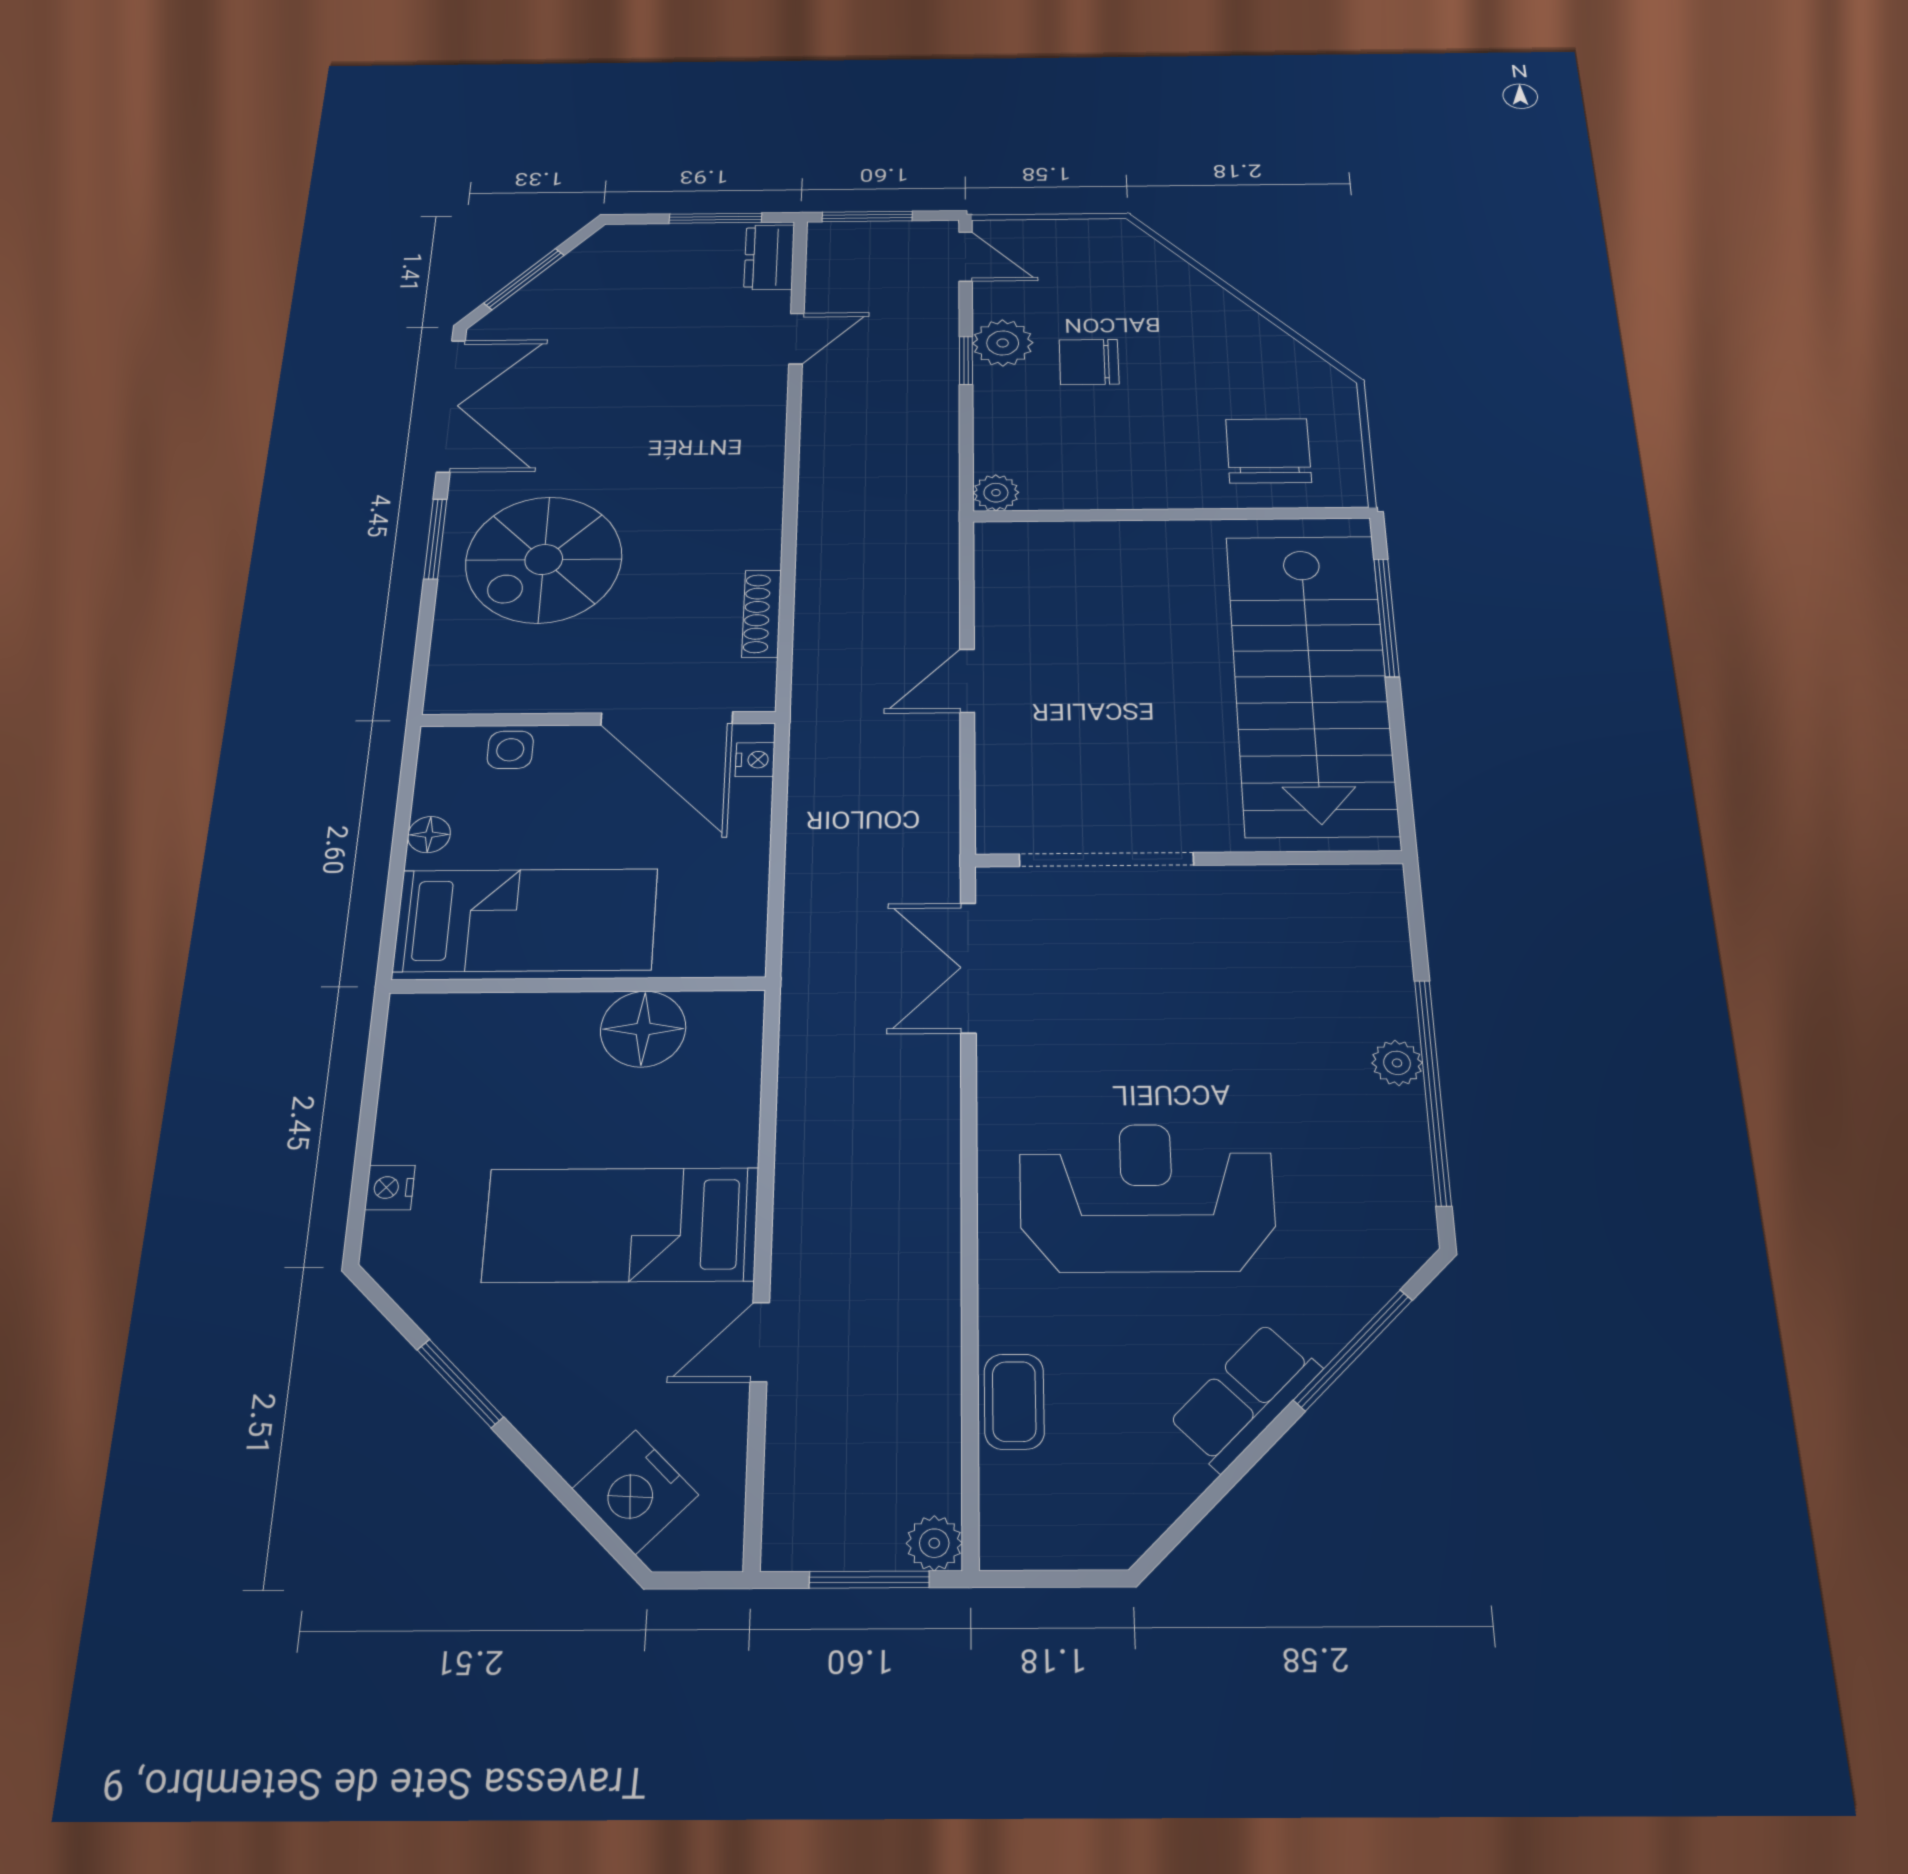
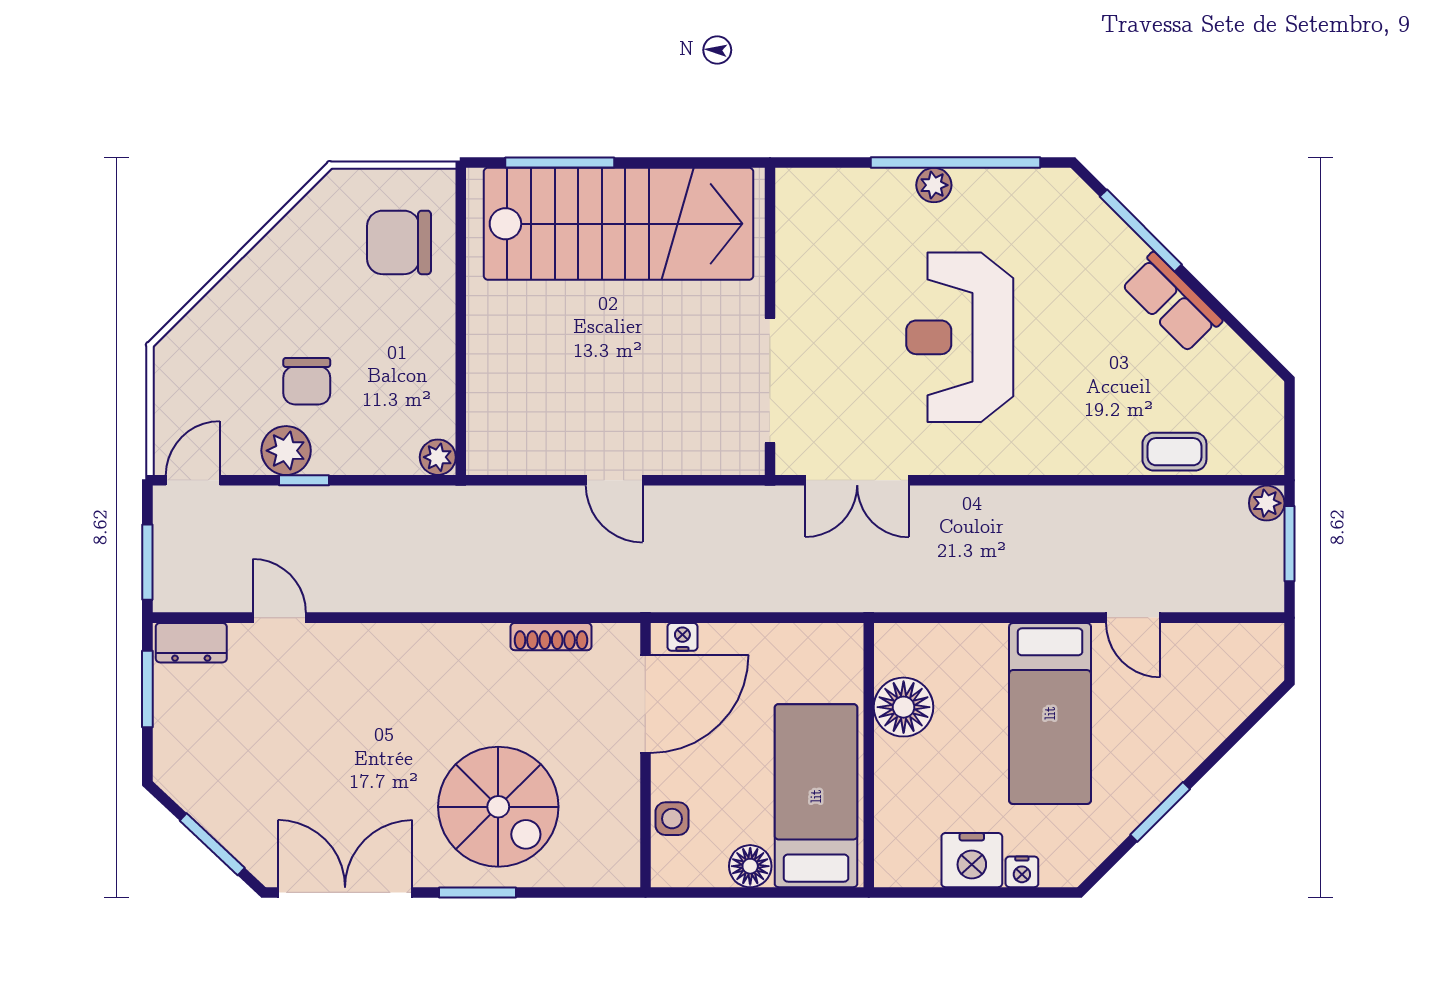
floor lamp: (429, 835) -> (750, 866), width x1.37, depth x1.37
reception desk: (1147, 1197) -> (960, 337), moved
nightstand: (635, 1492) -> (972, 860), moved, turned 45

